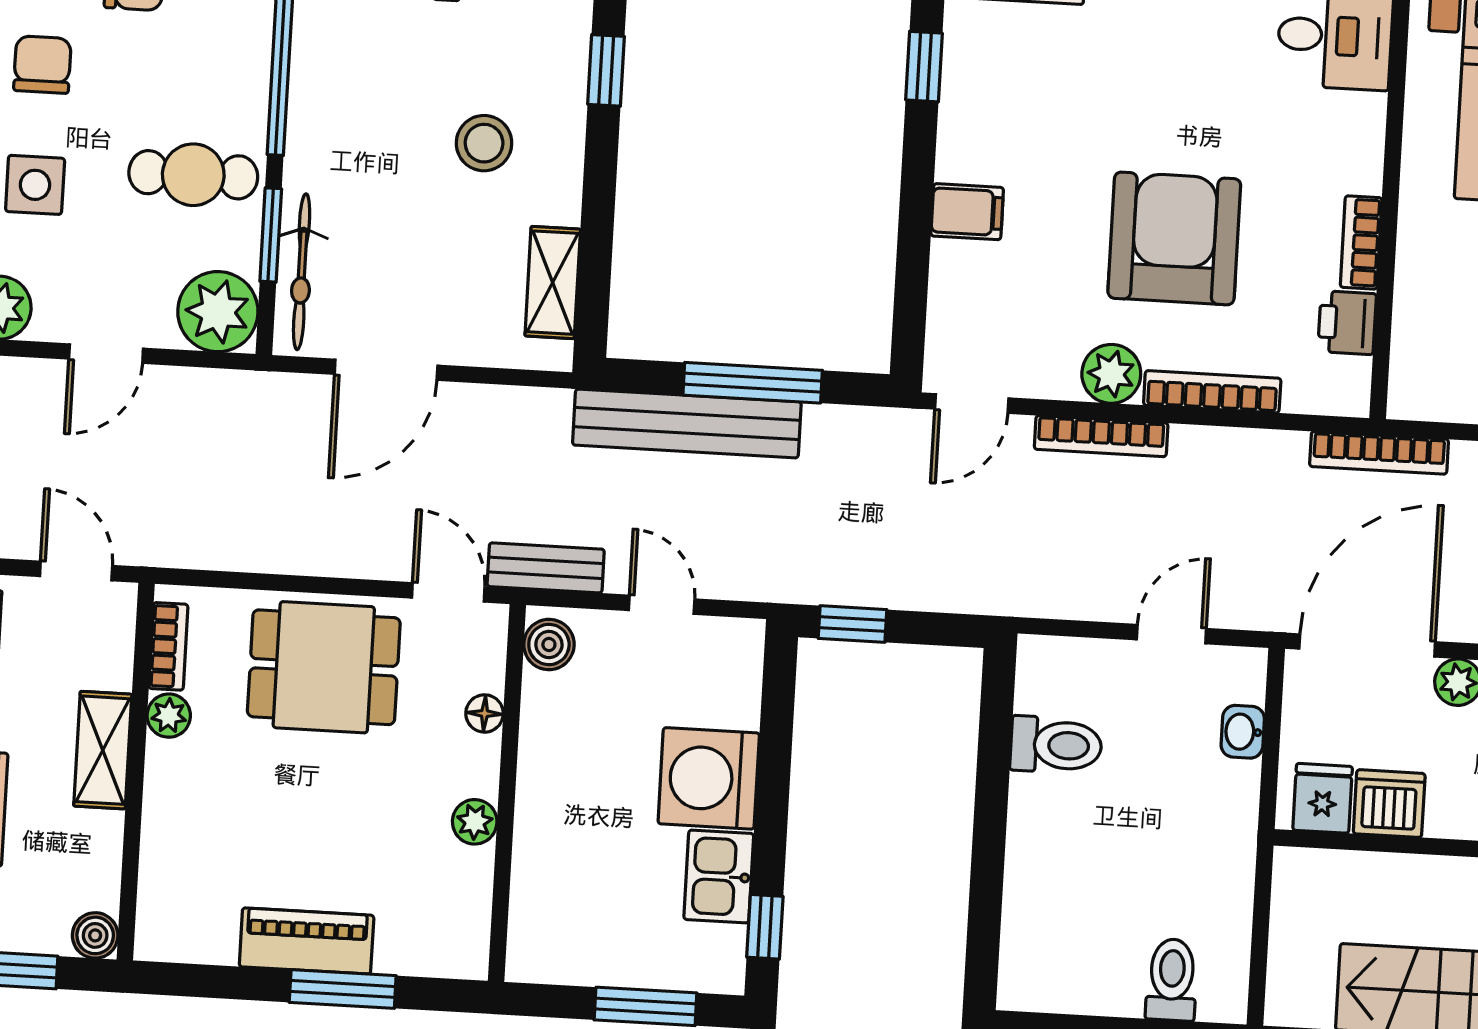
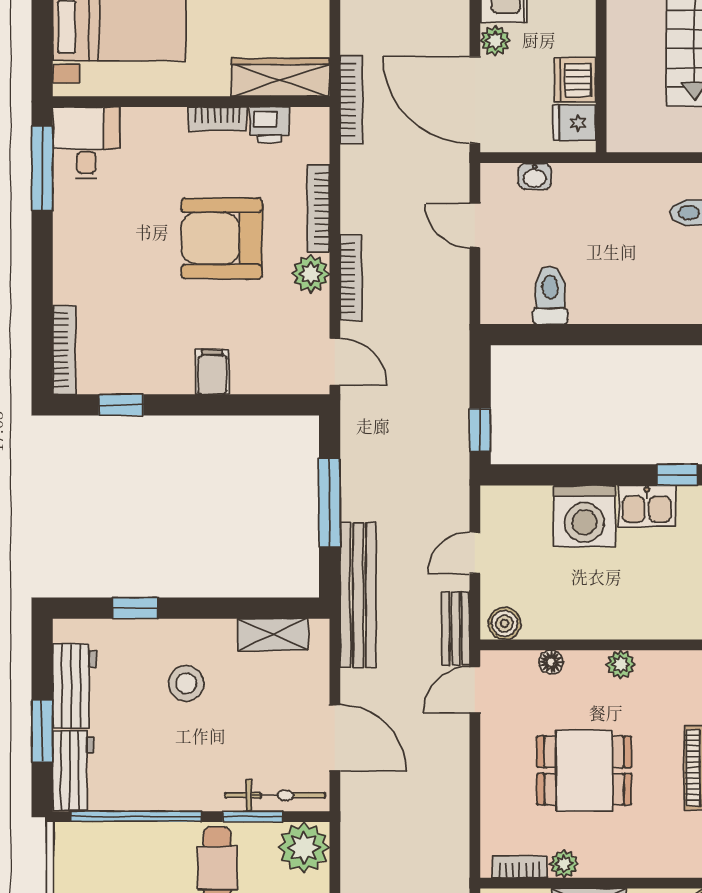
wardrobe: (1420, 344) -> (280, 77), added
bench: (687, 423) -> (358, 595), moved
dining table: (324, 667) -> (584, 771), moved, turned 90

